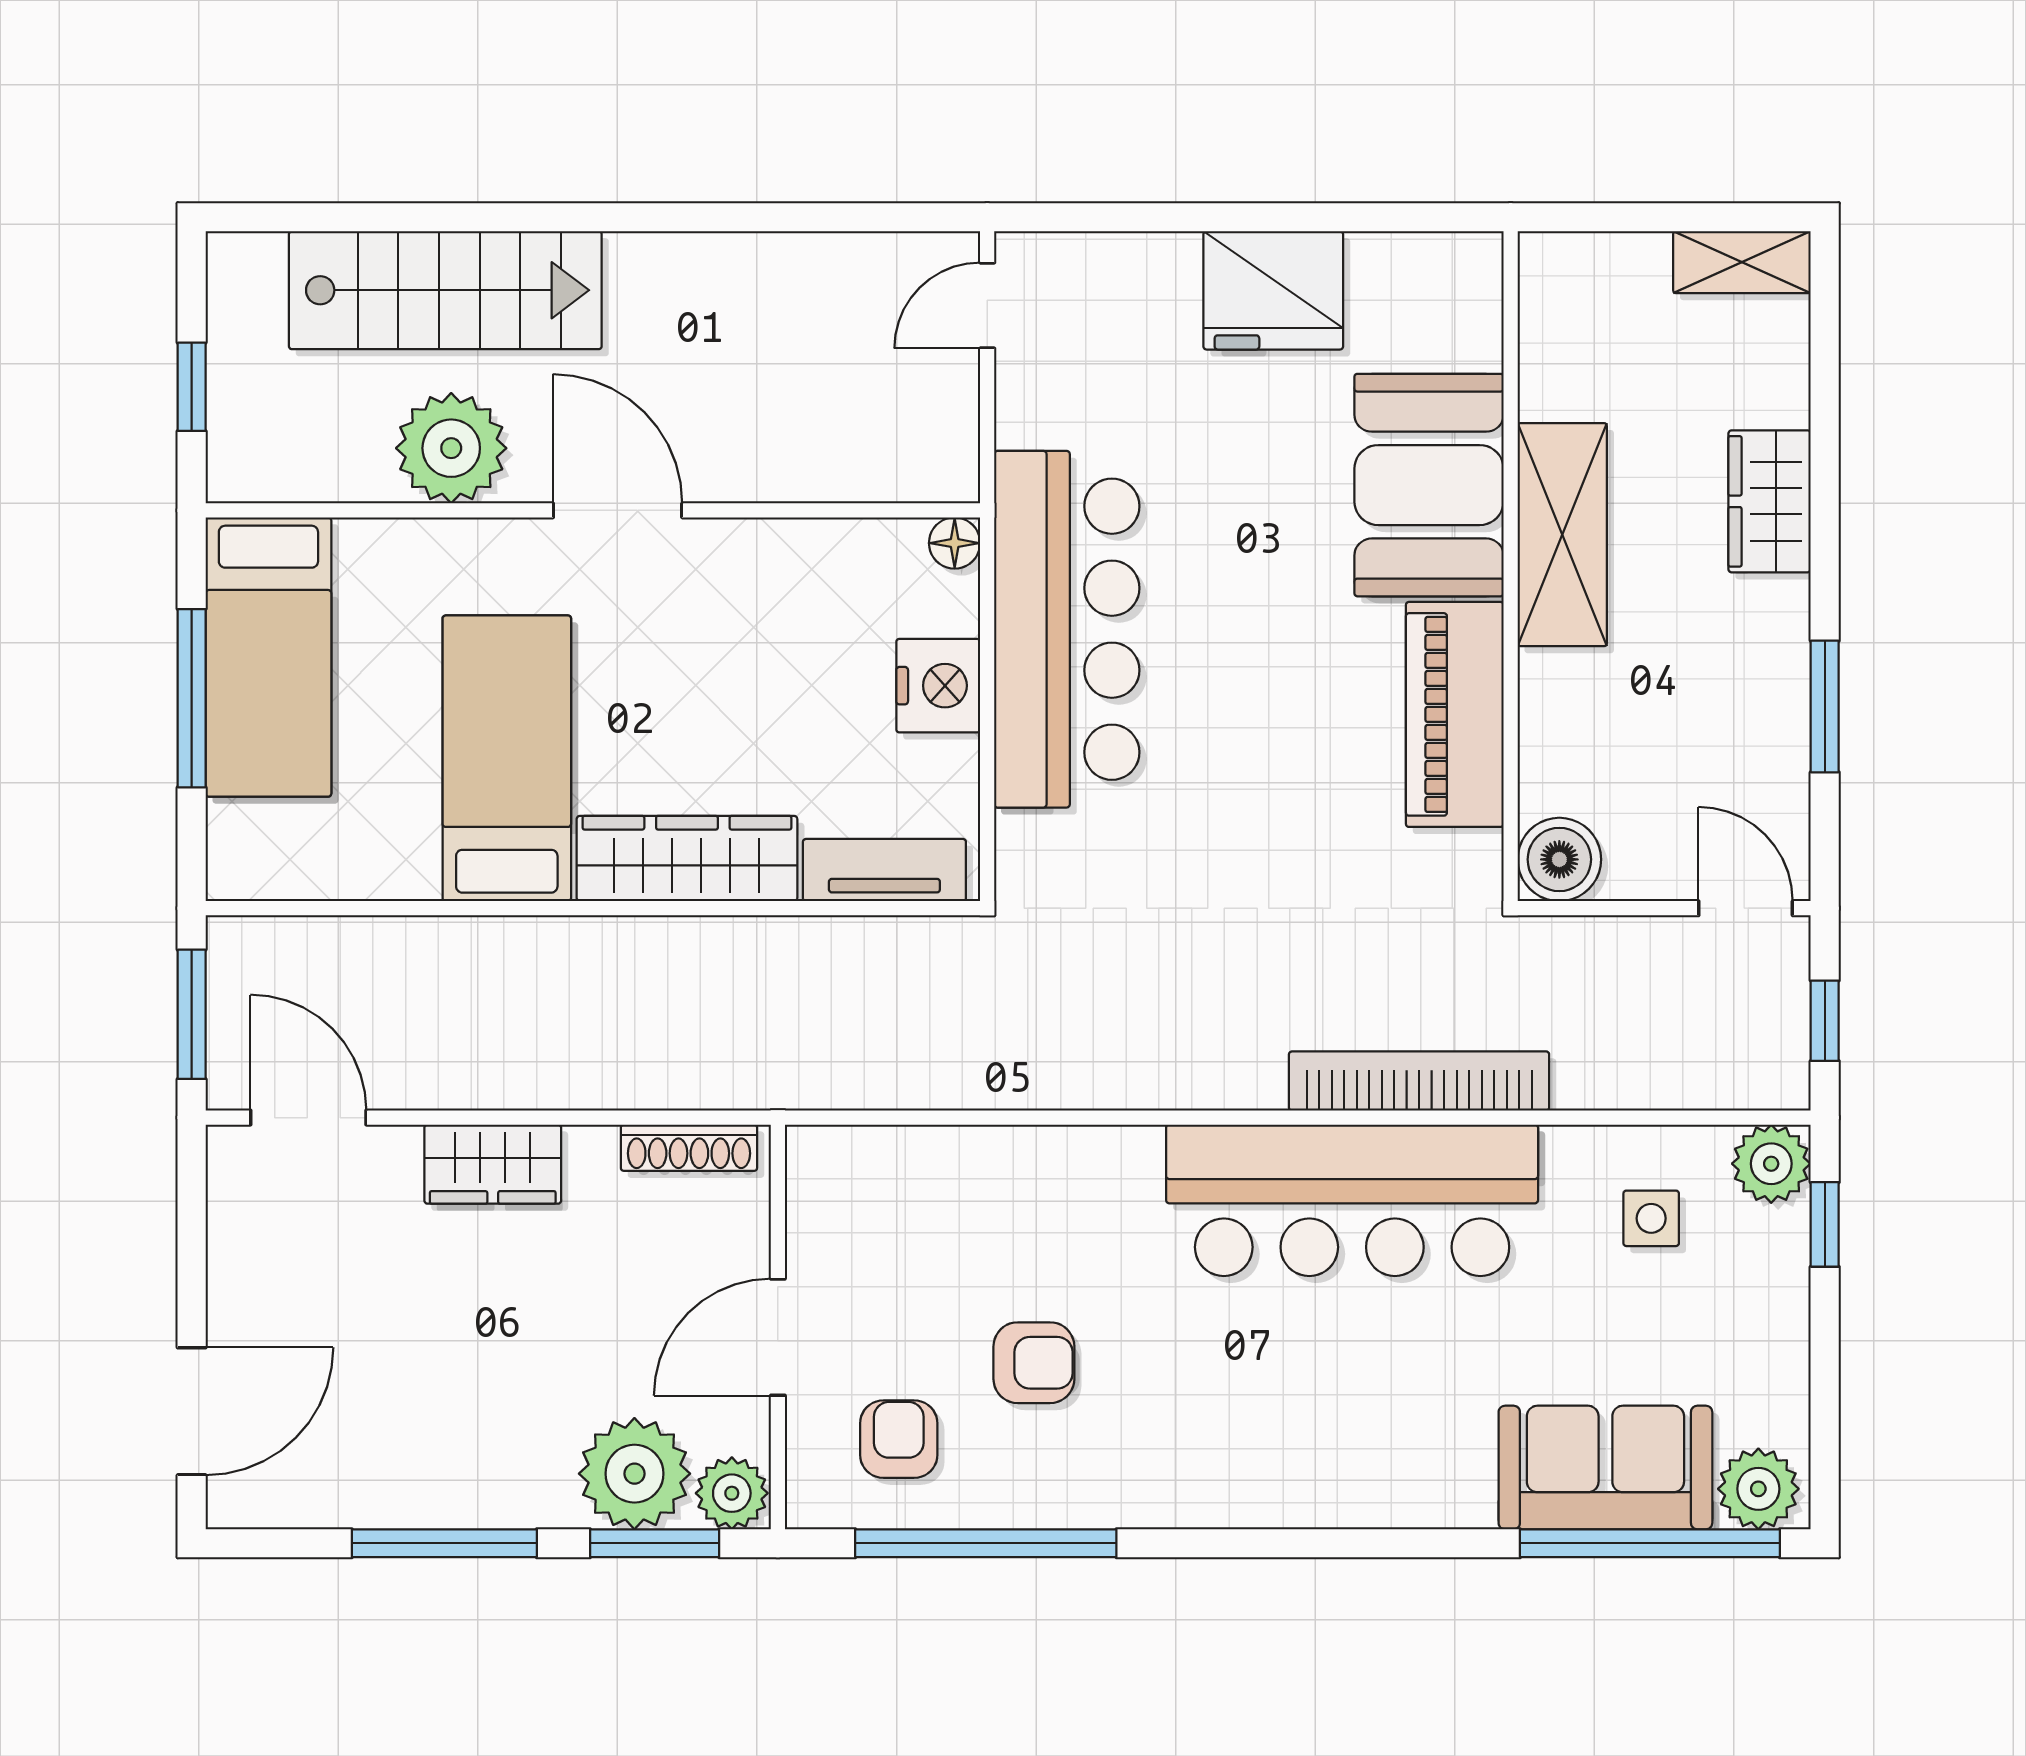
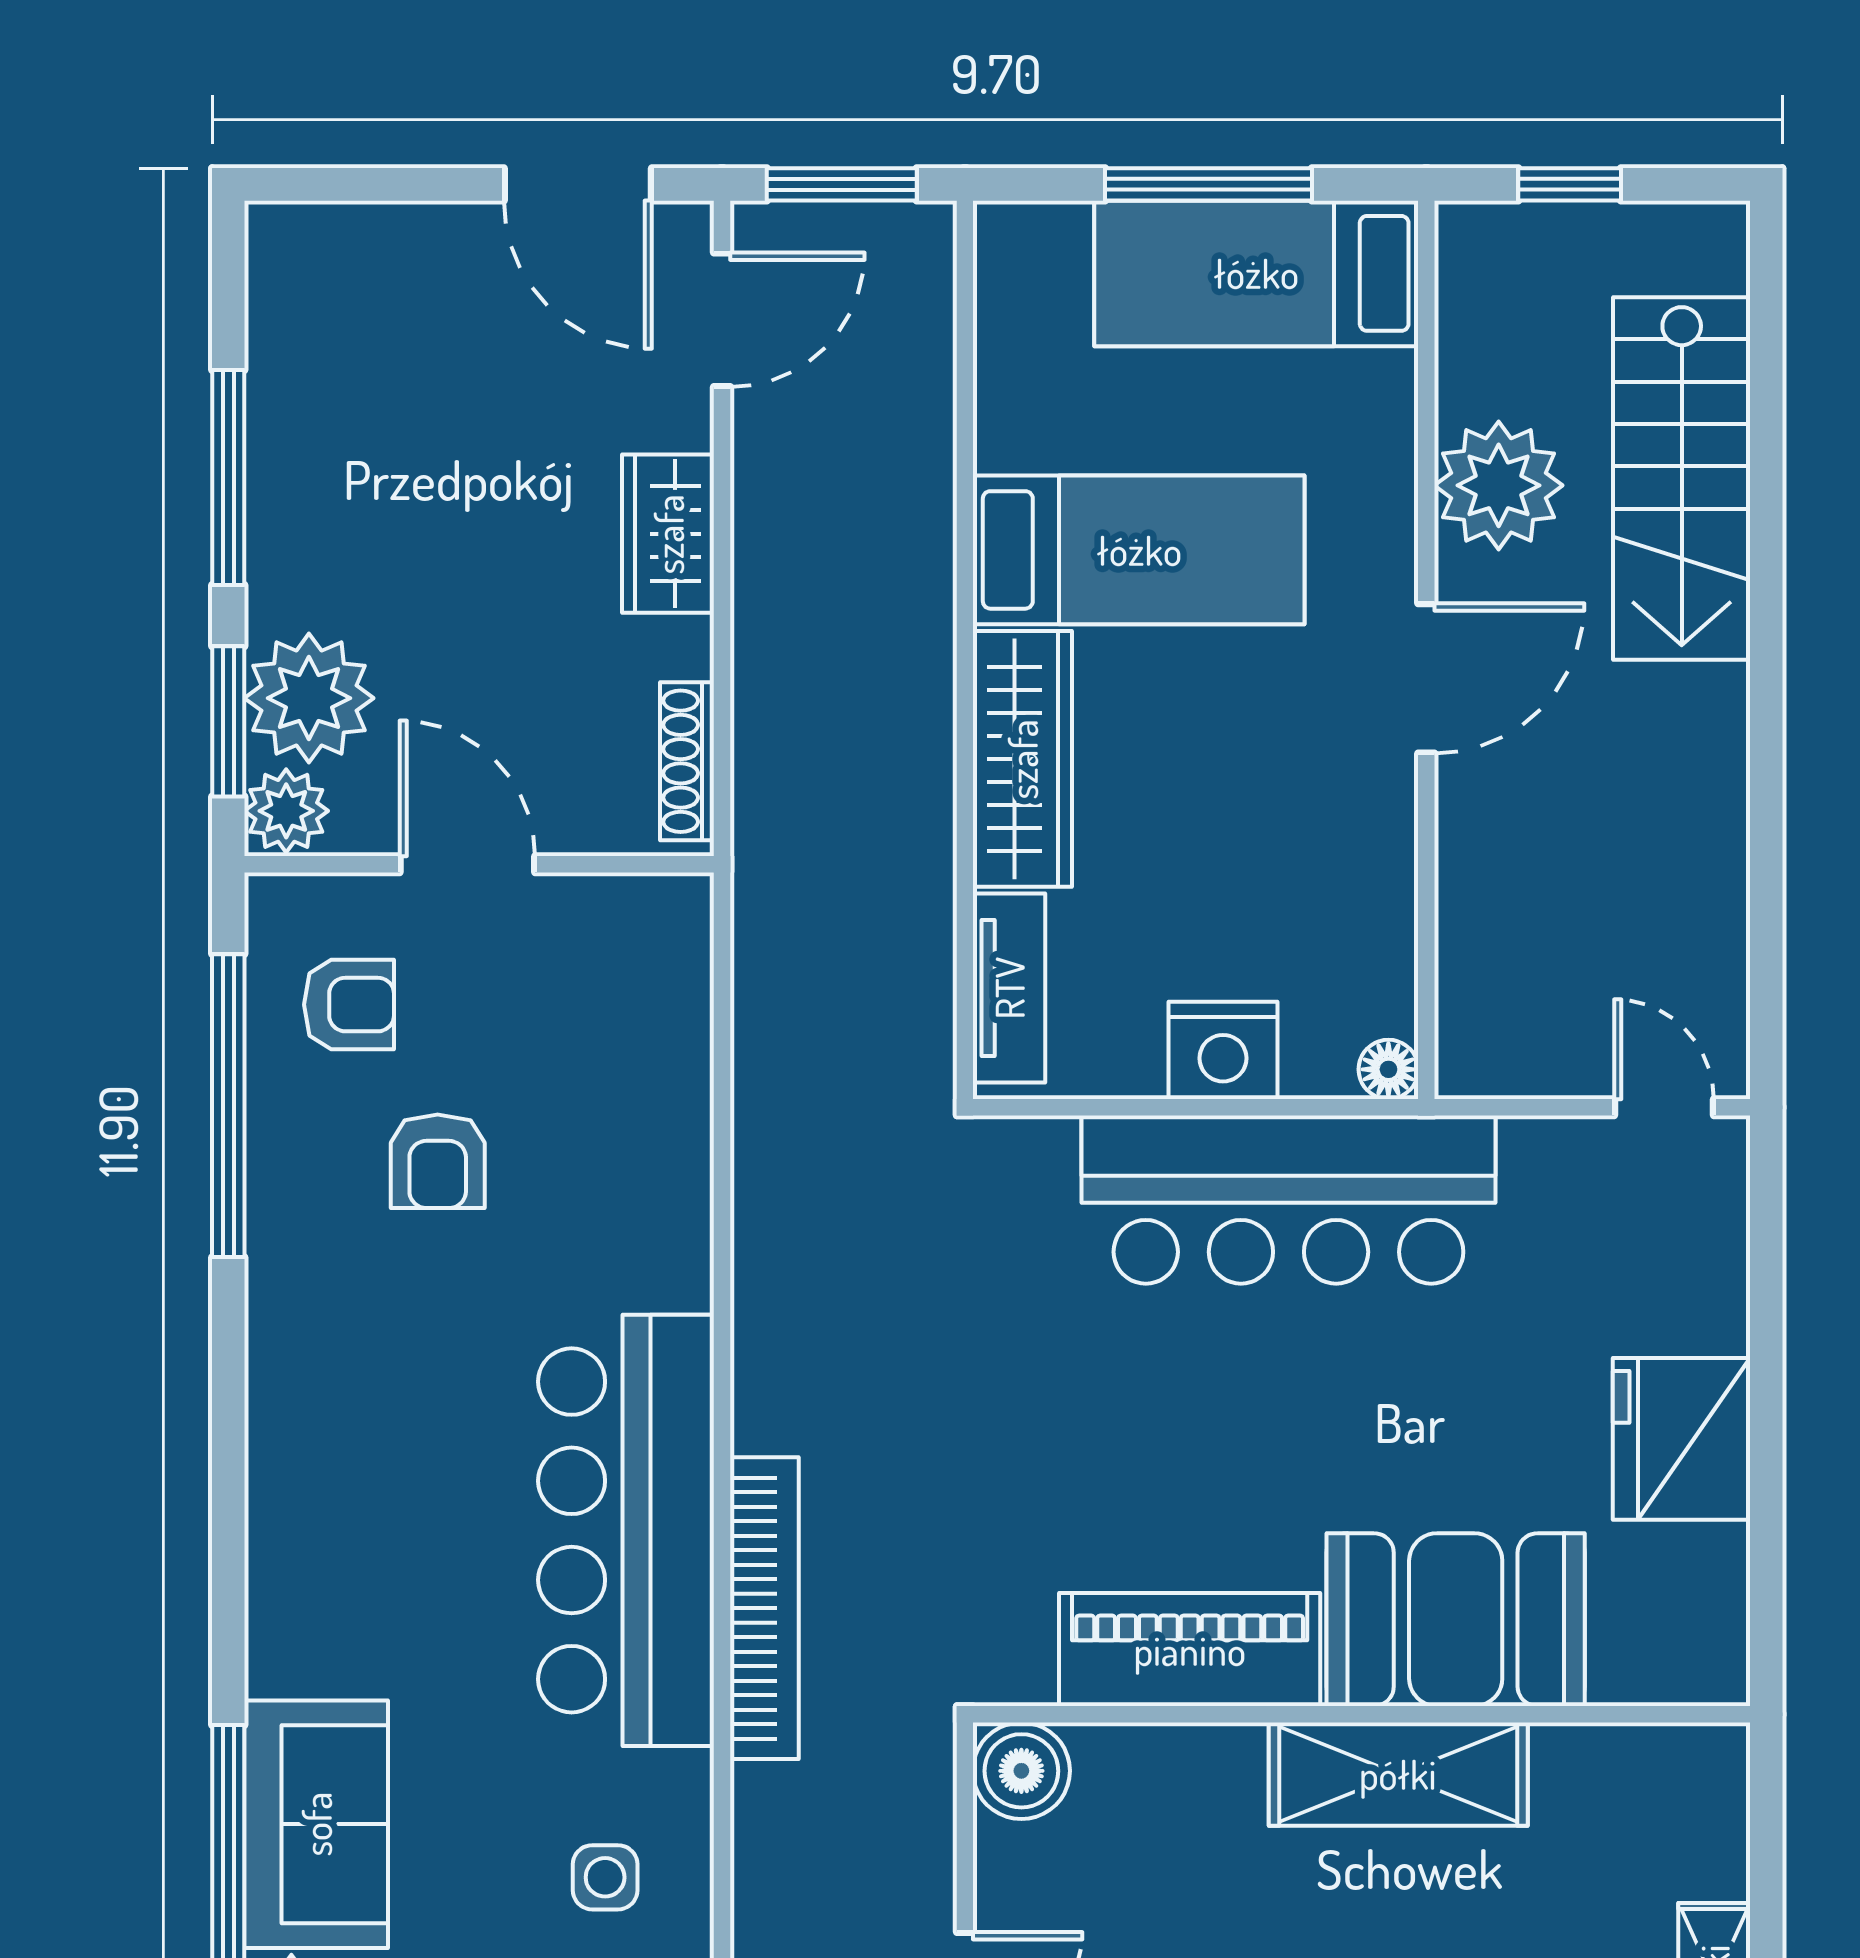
door: (192, 1411) -> (578, 184), moved

